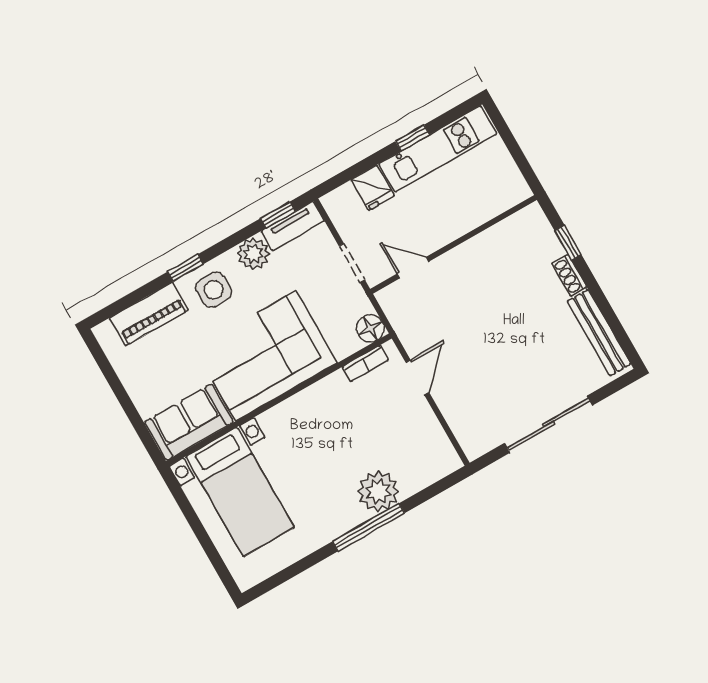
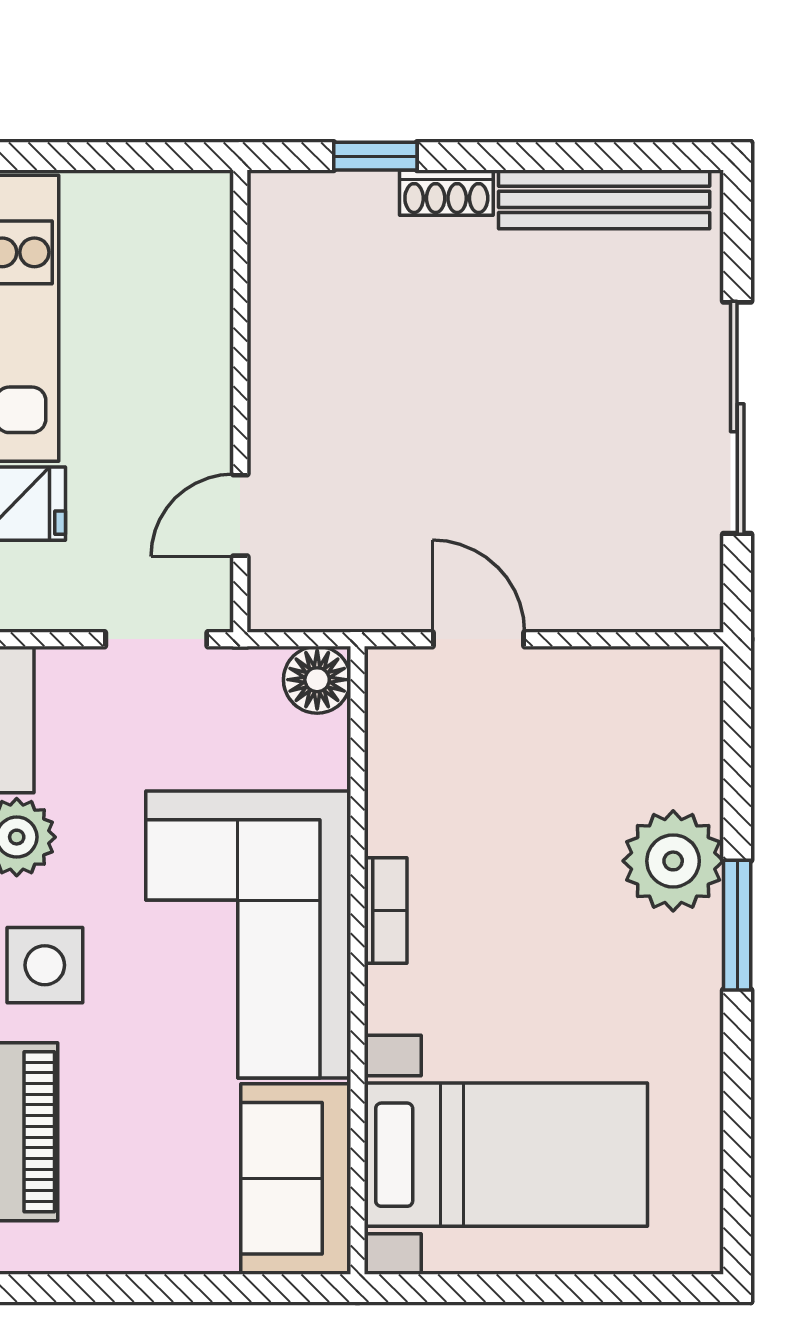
bookcase: (365, 363) -> (386, 911), moved
window: (369, 527) -> (737, 925), width x0.69

